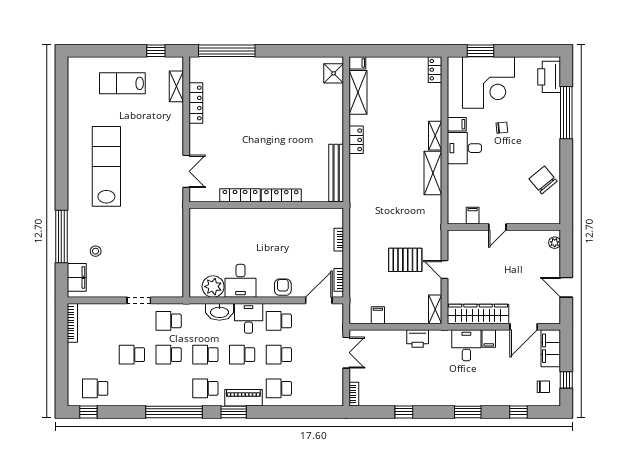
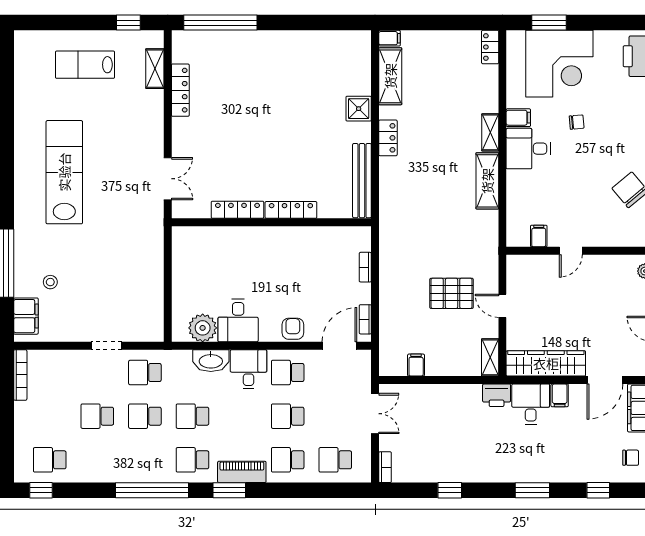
shower: (334, 73) -> (359, 109), moved
printer: (418, 339) -> (497, 395), moved
school desk: (242, 355) -> (335, 460), moved

